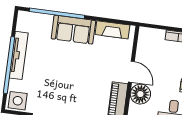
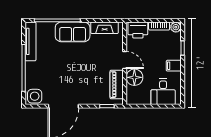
printer: (152, 38) -> (138, 30), added
tv unit: (19, 55) -> (30, 41), moved

